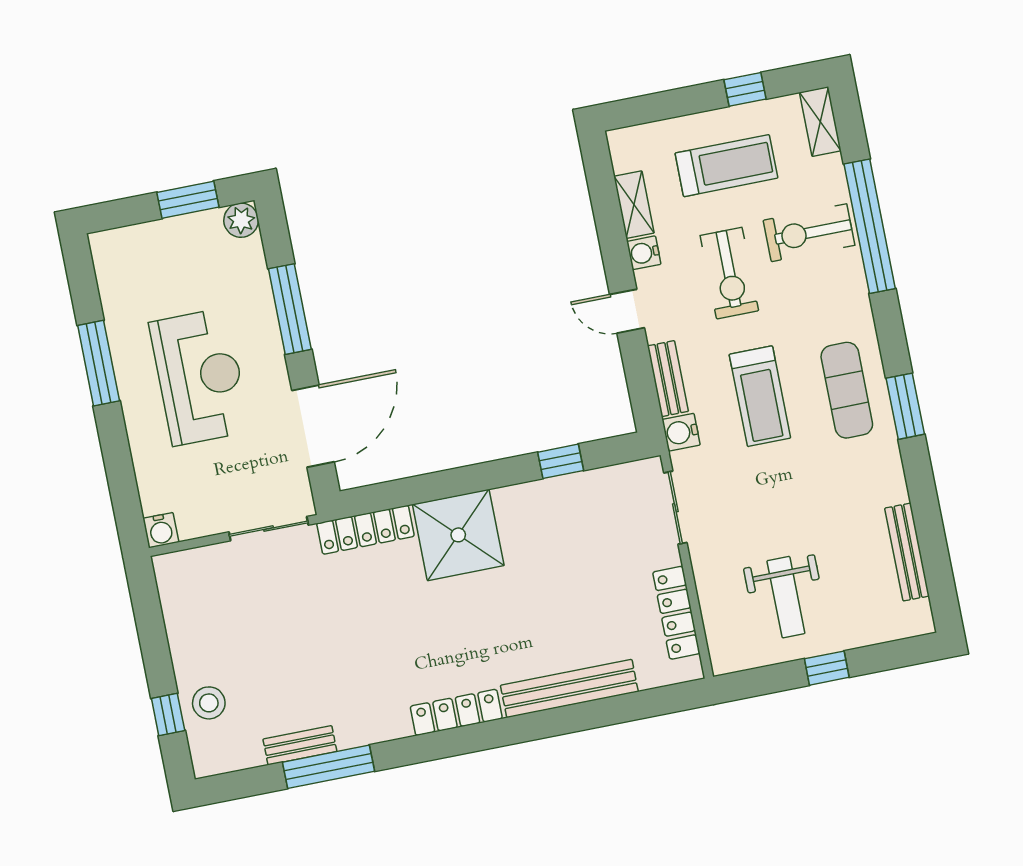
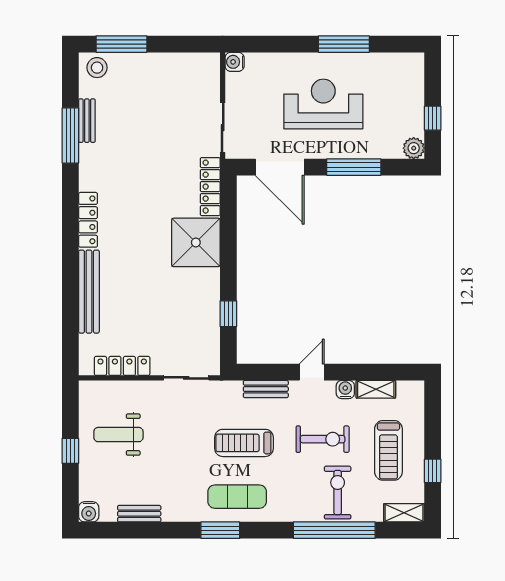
window: (188, 200) -> (433, 118), width x0.67
exercise bike: (729, 273) -> (323, 439), turned 180
reception desk: (200, 377) -> (323, 104), turned 180
water cooler: (681, 432) -> (89, 512), moved, turned 180
bench: (907, 552) -> (139, 514), width x0.73
stool: (209, 703) -> (97, 68), moved
window: (168, 714) -> (121, 44), width x2.17

